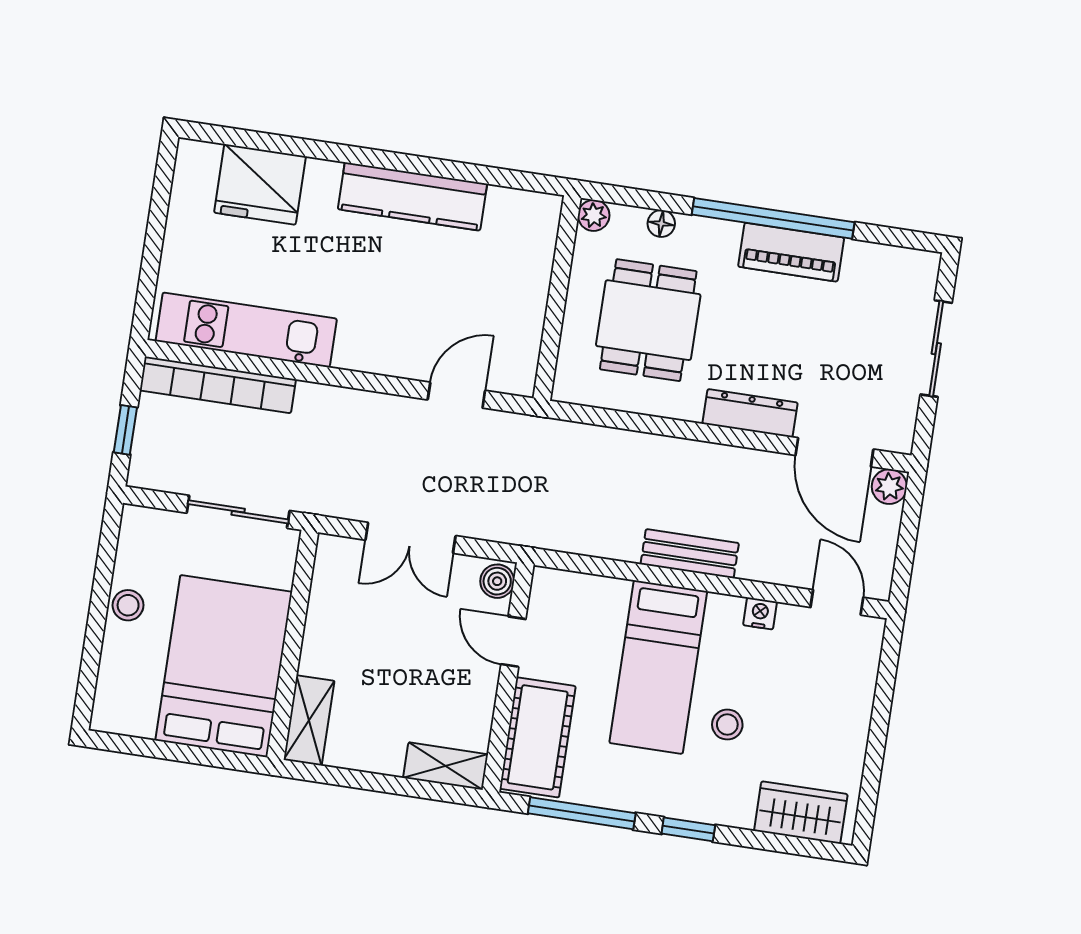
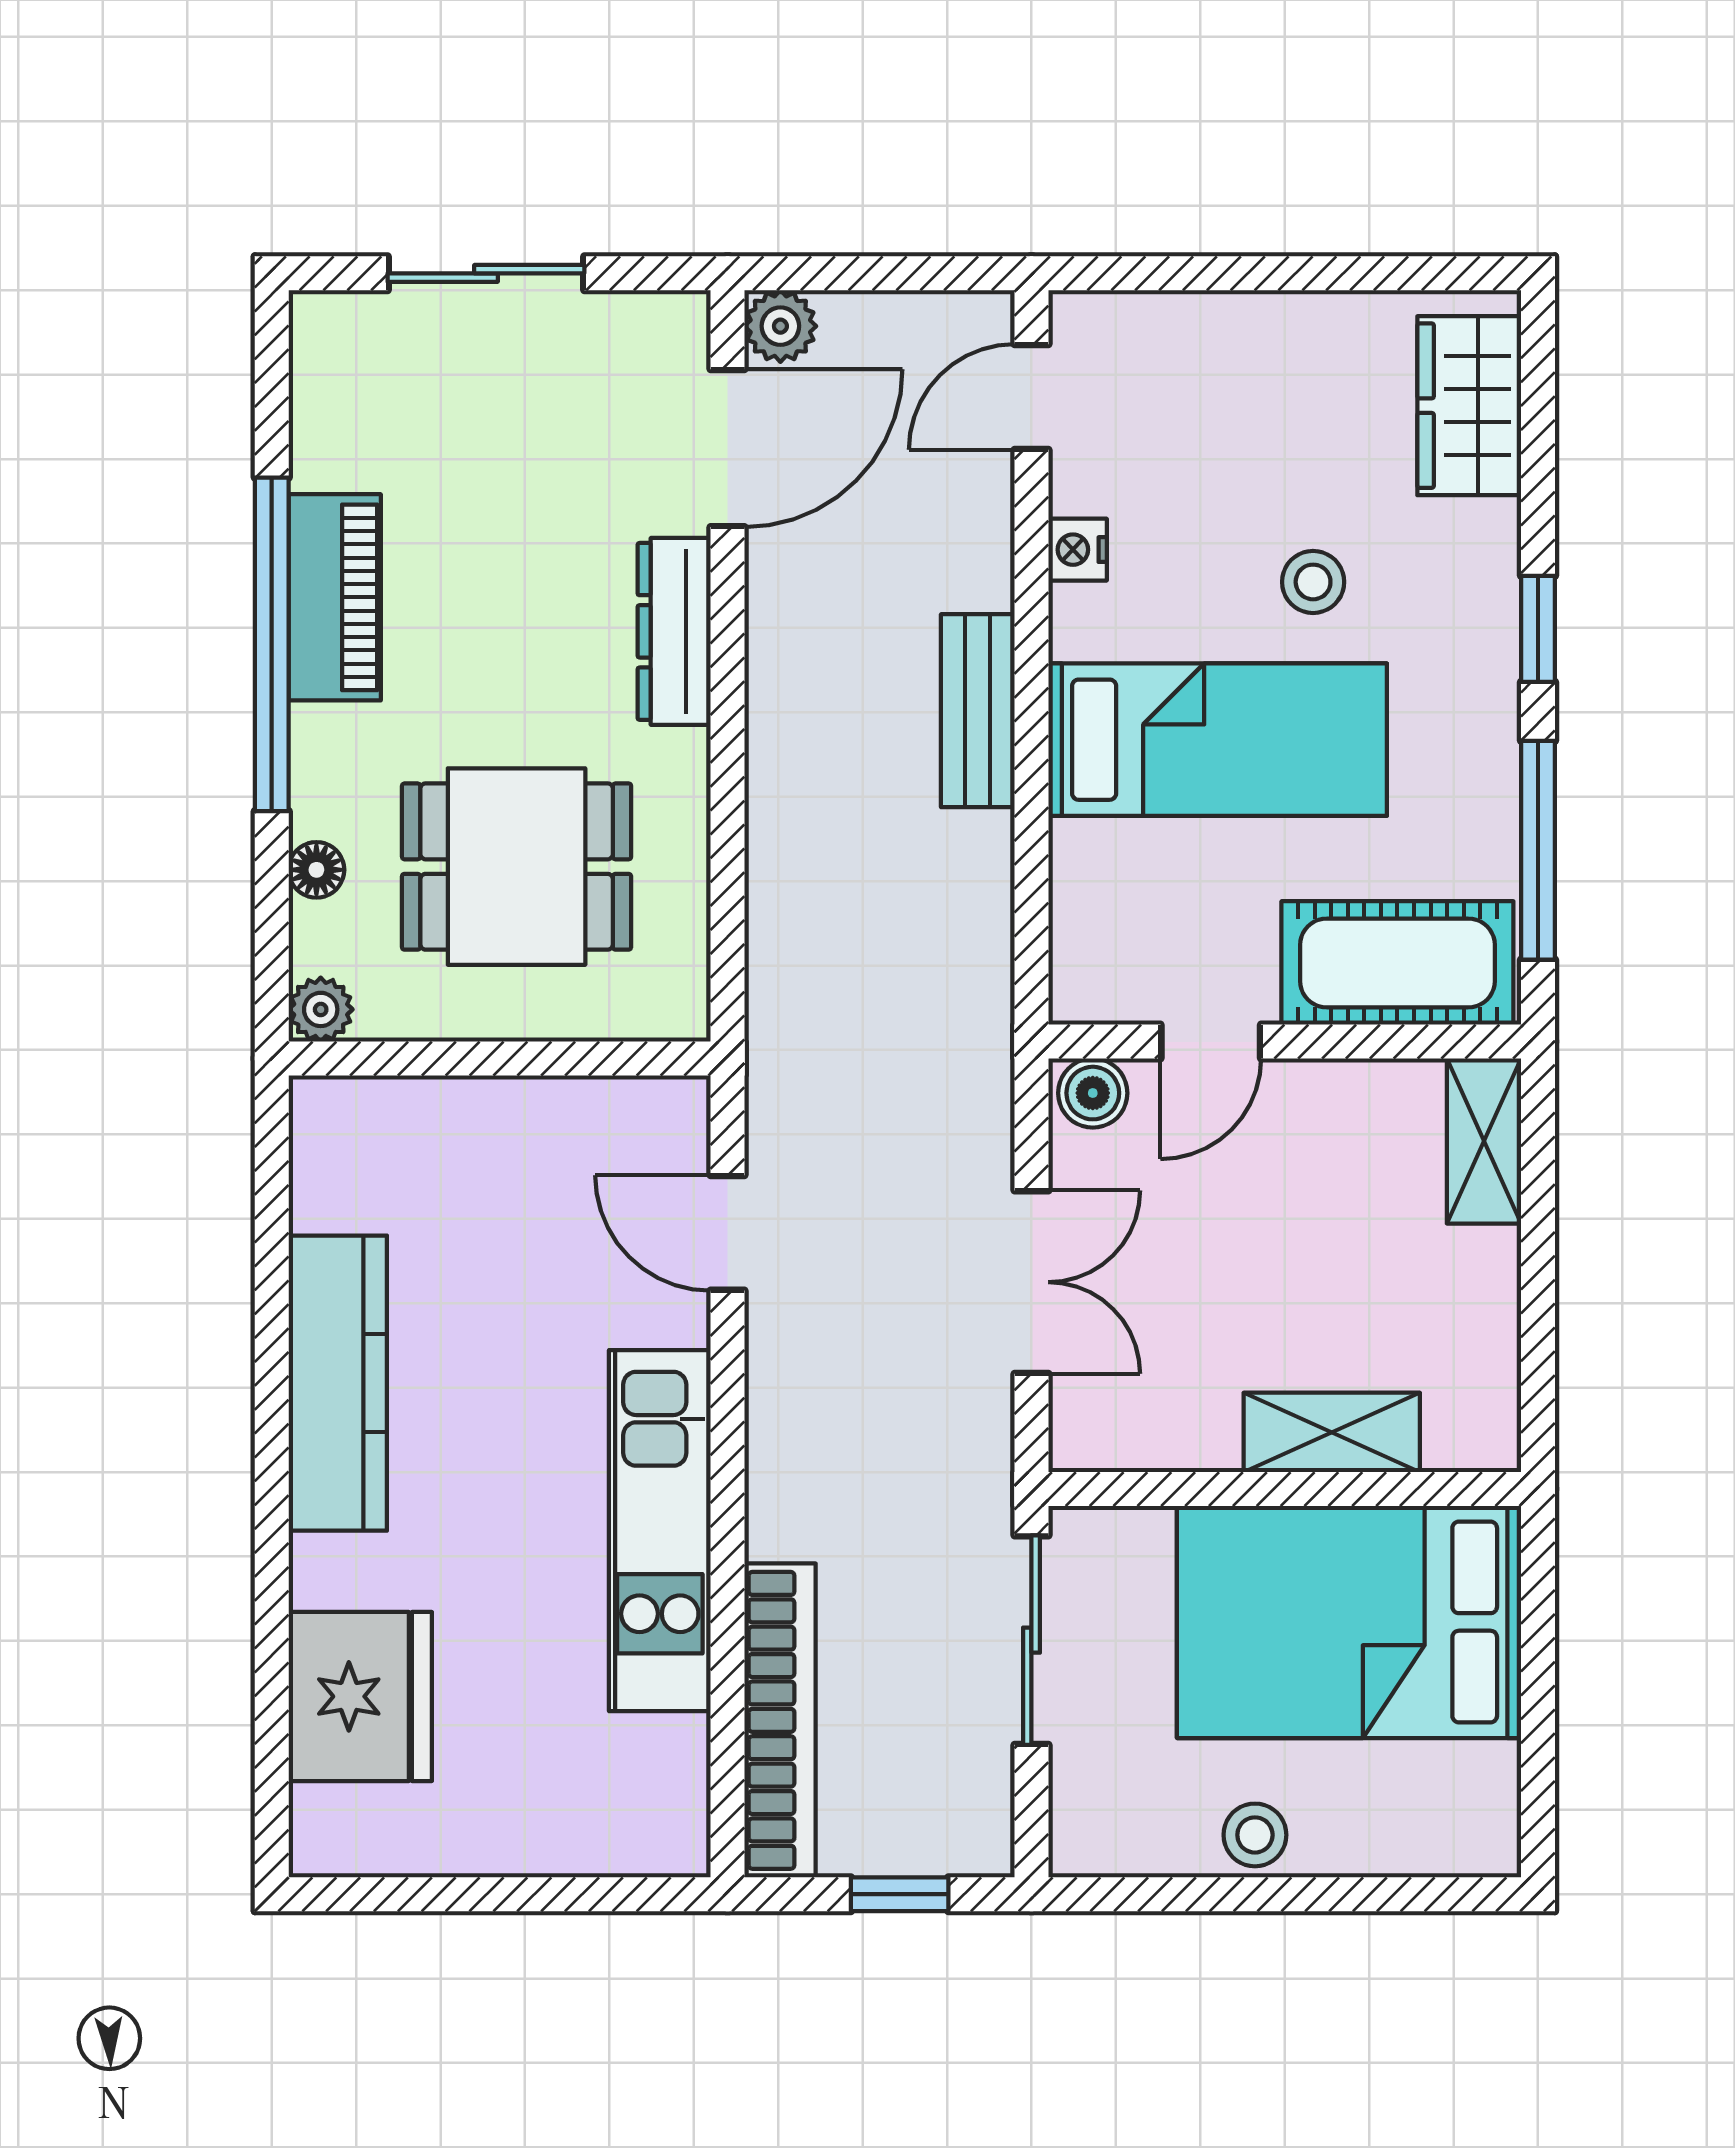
kitchen unit: (246, 330) -> (660, 1531), moved
shelving: (309, 720) -> (1332, 1432), moved

